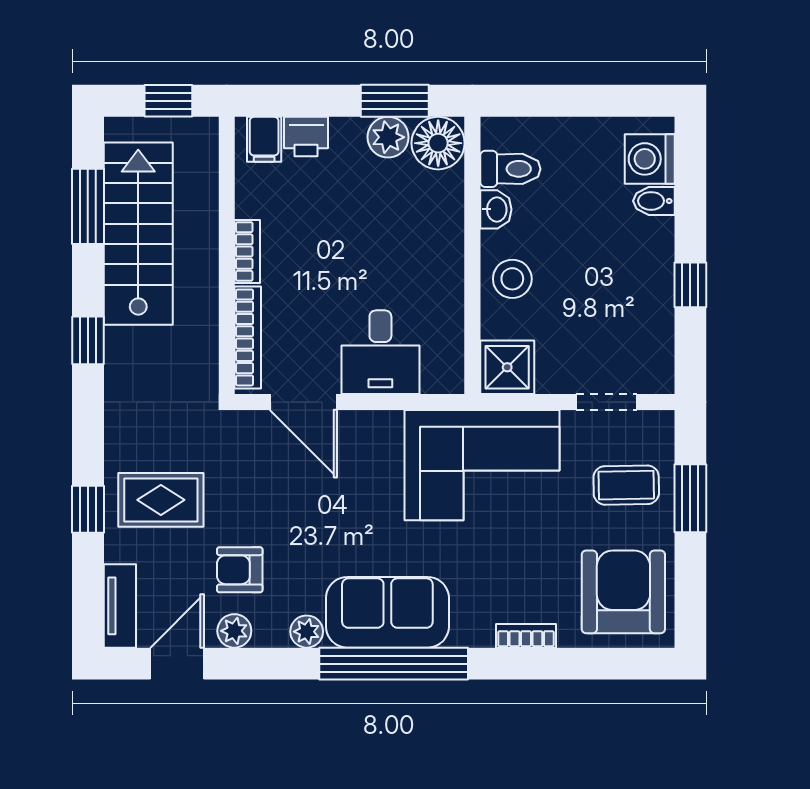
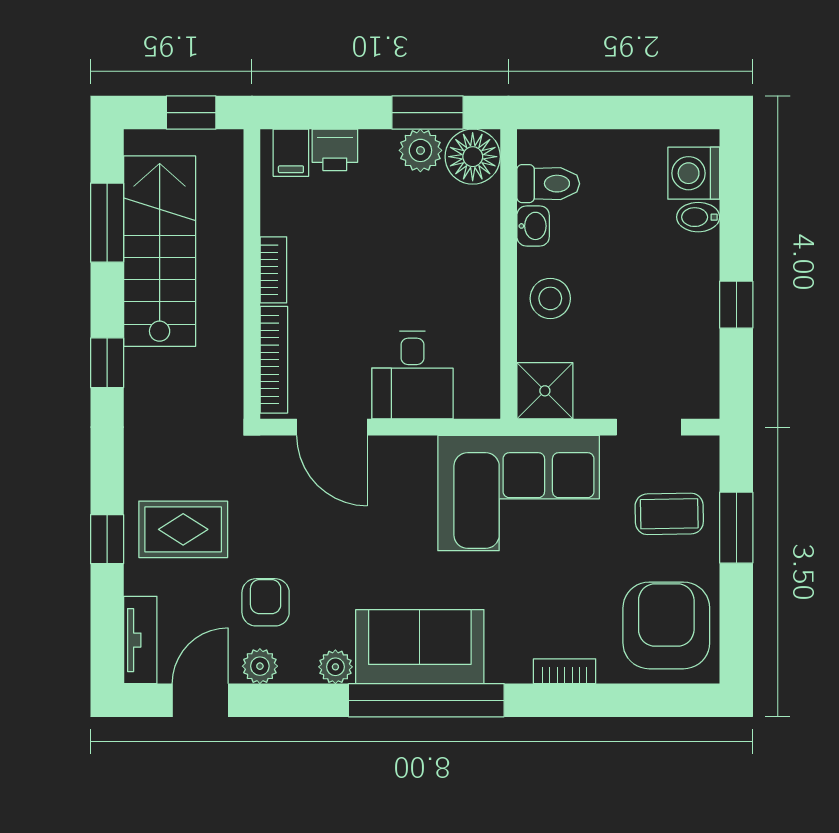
armchair: (240, 570) -> (266, 602), turned 90

